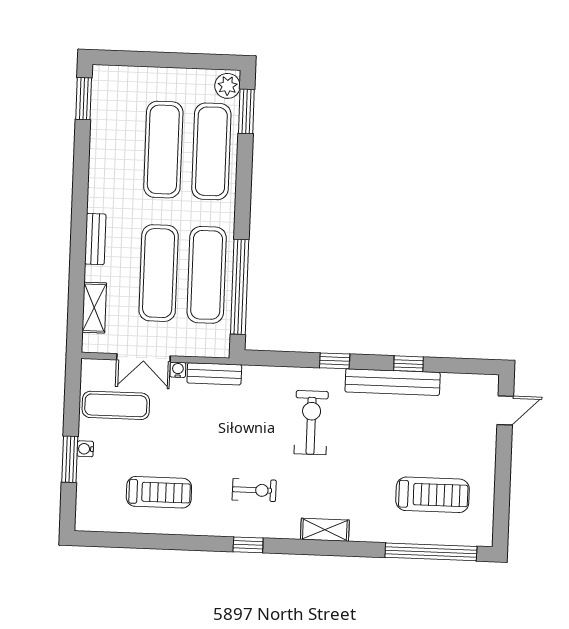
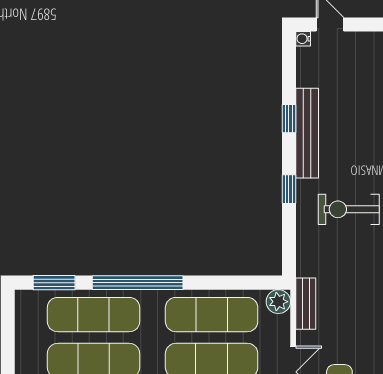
plant: (227, 86) -> (278, 302), moved
window: (240, 287) -> (138, 283), moved
water cooler: (178, 370) -> (303, 39), moved

